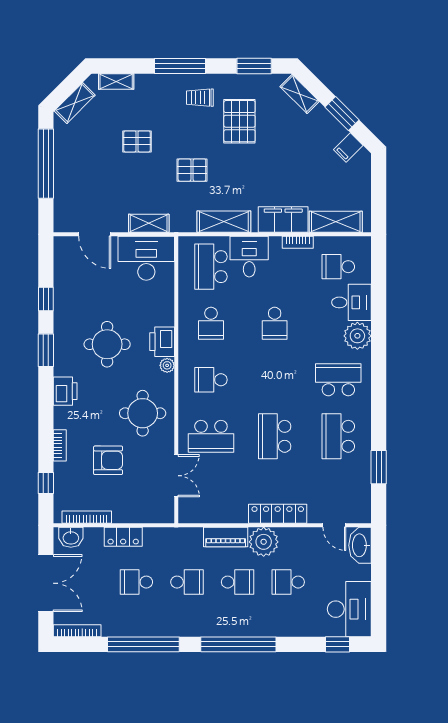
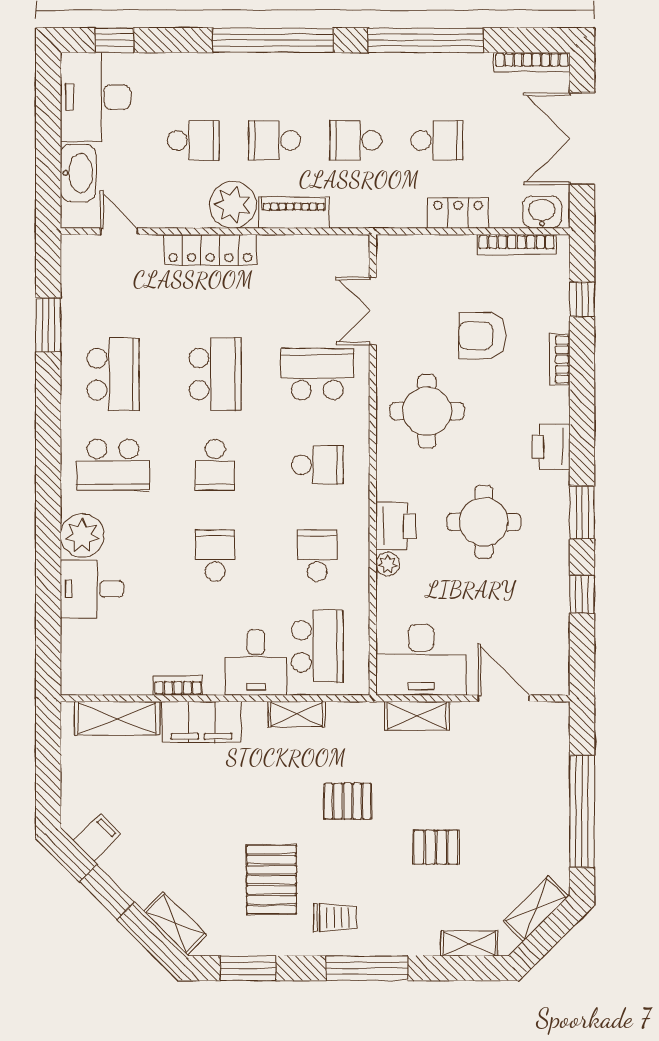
shelving: (224, 222) -> (297, 714), width x0.67, depth x0.75
school desk: (338, 267) -> (215, 465), moved, turned 90
plant: (167, 365) -> (388, 564), moved
washbasin: (360, 545) -> (78, 173), moved

